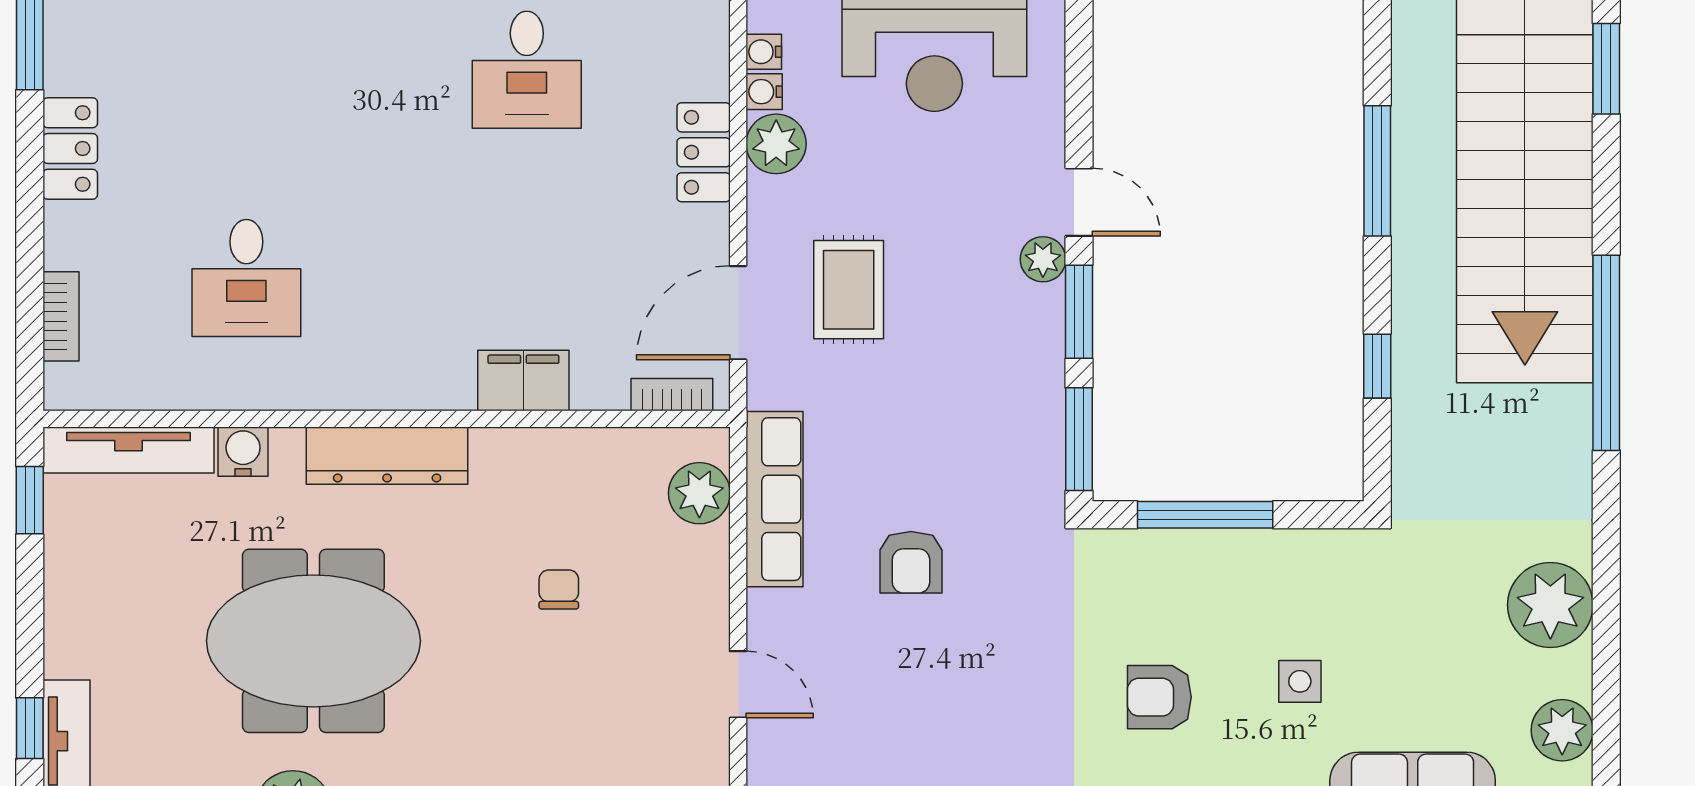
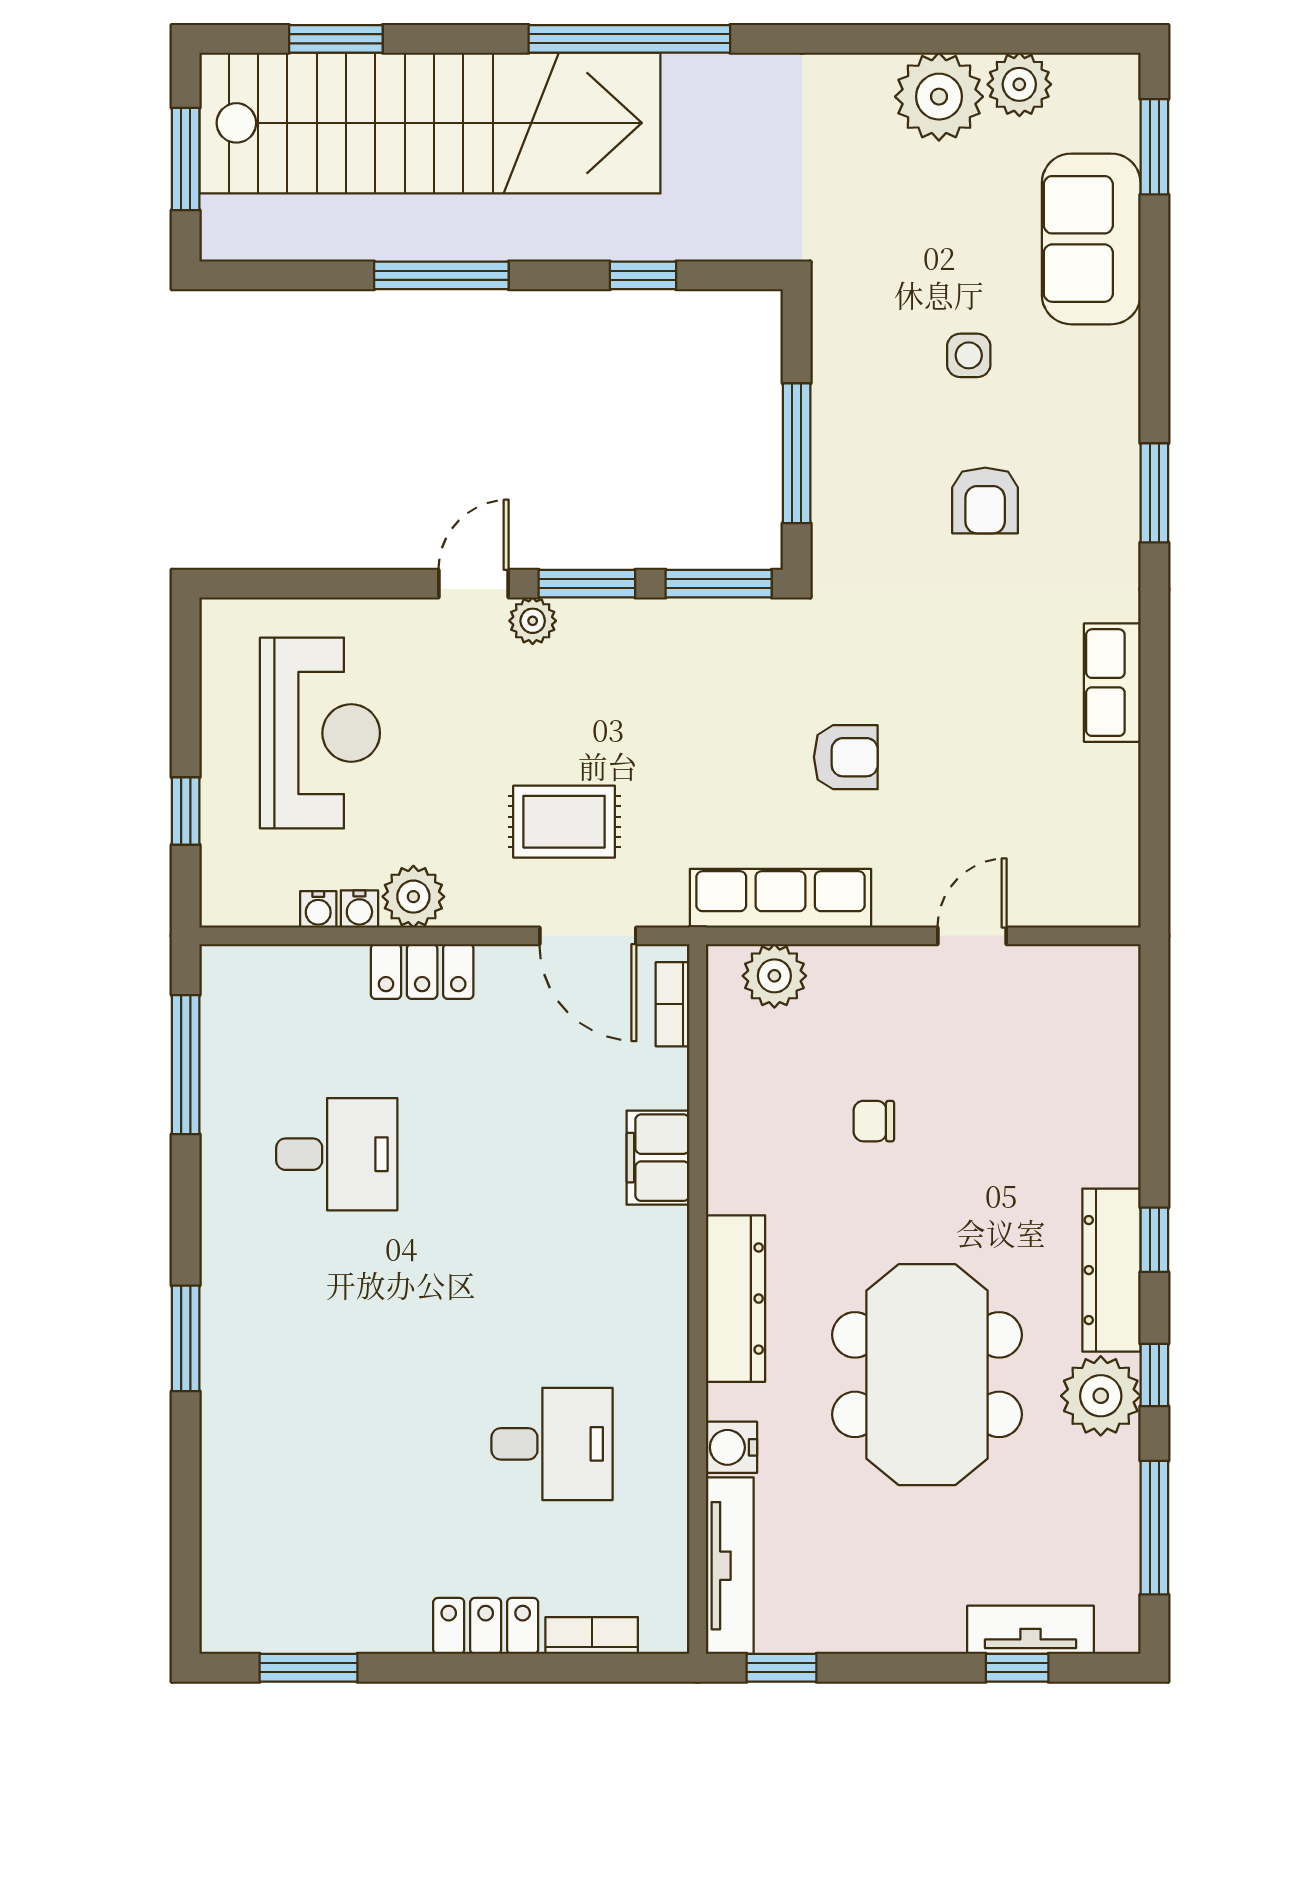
locker: (70, 149) -> (486, 1626), moved
plant: (1550, 605) -> (939, 97), moved

